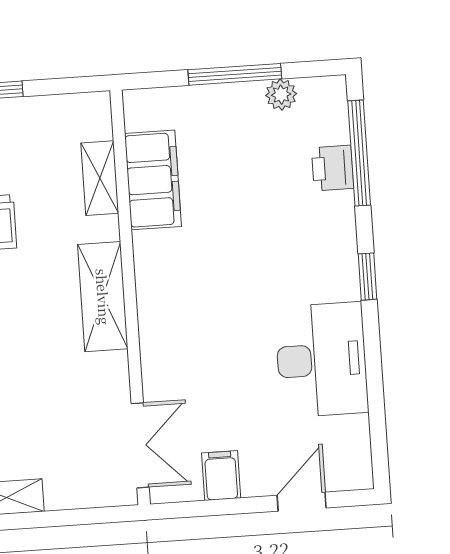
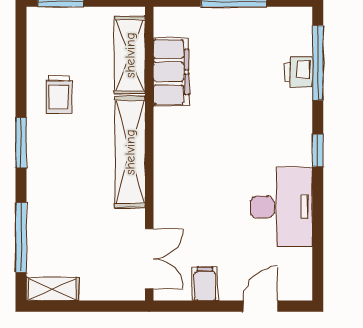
plant: (281, 95) -> (266, 18), removed
shelving: (100, 178) -> (130, 55), width x1.50, depth x1.33
shelving: (103, 297) -> (130, 152), width x1.47

